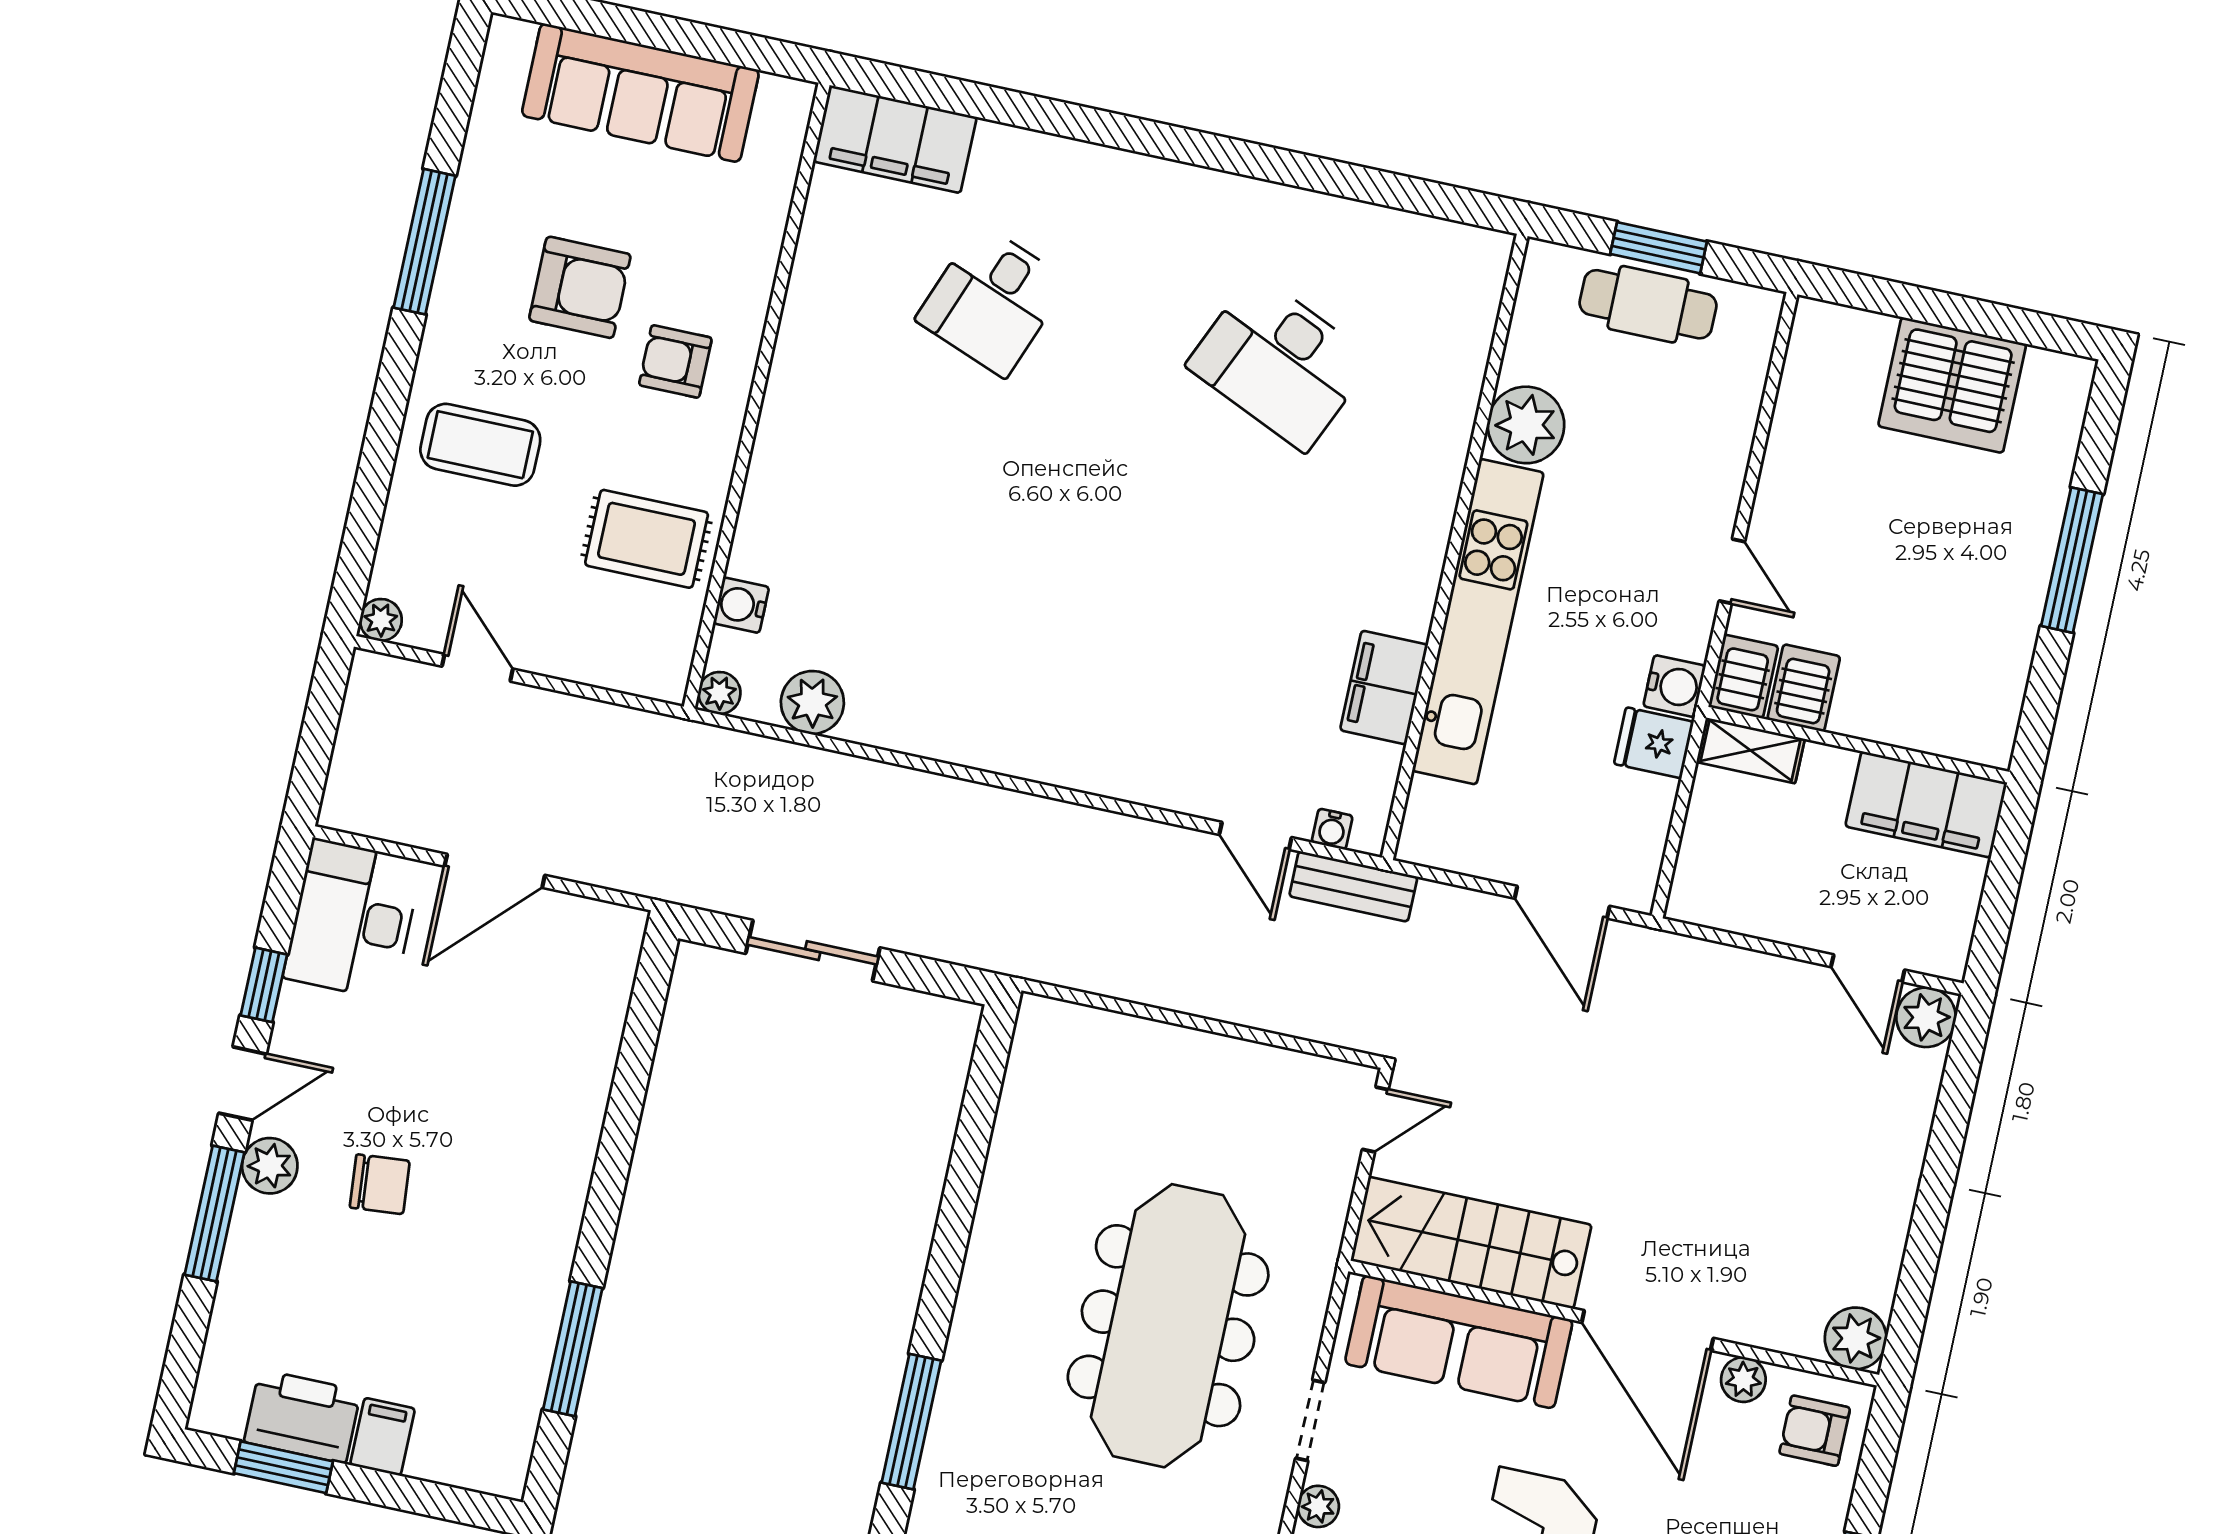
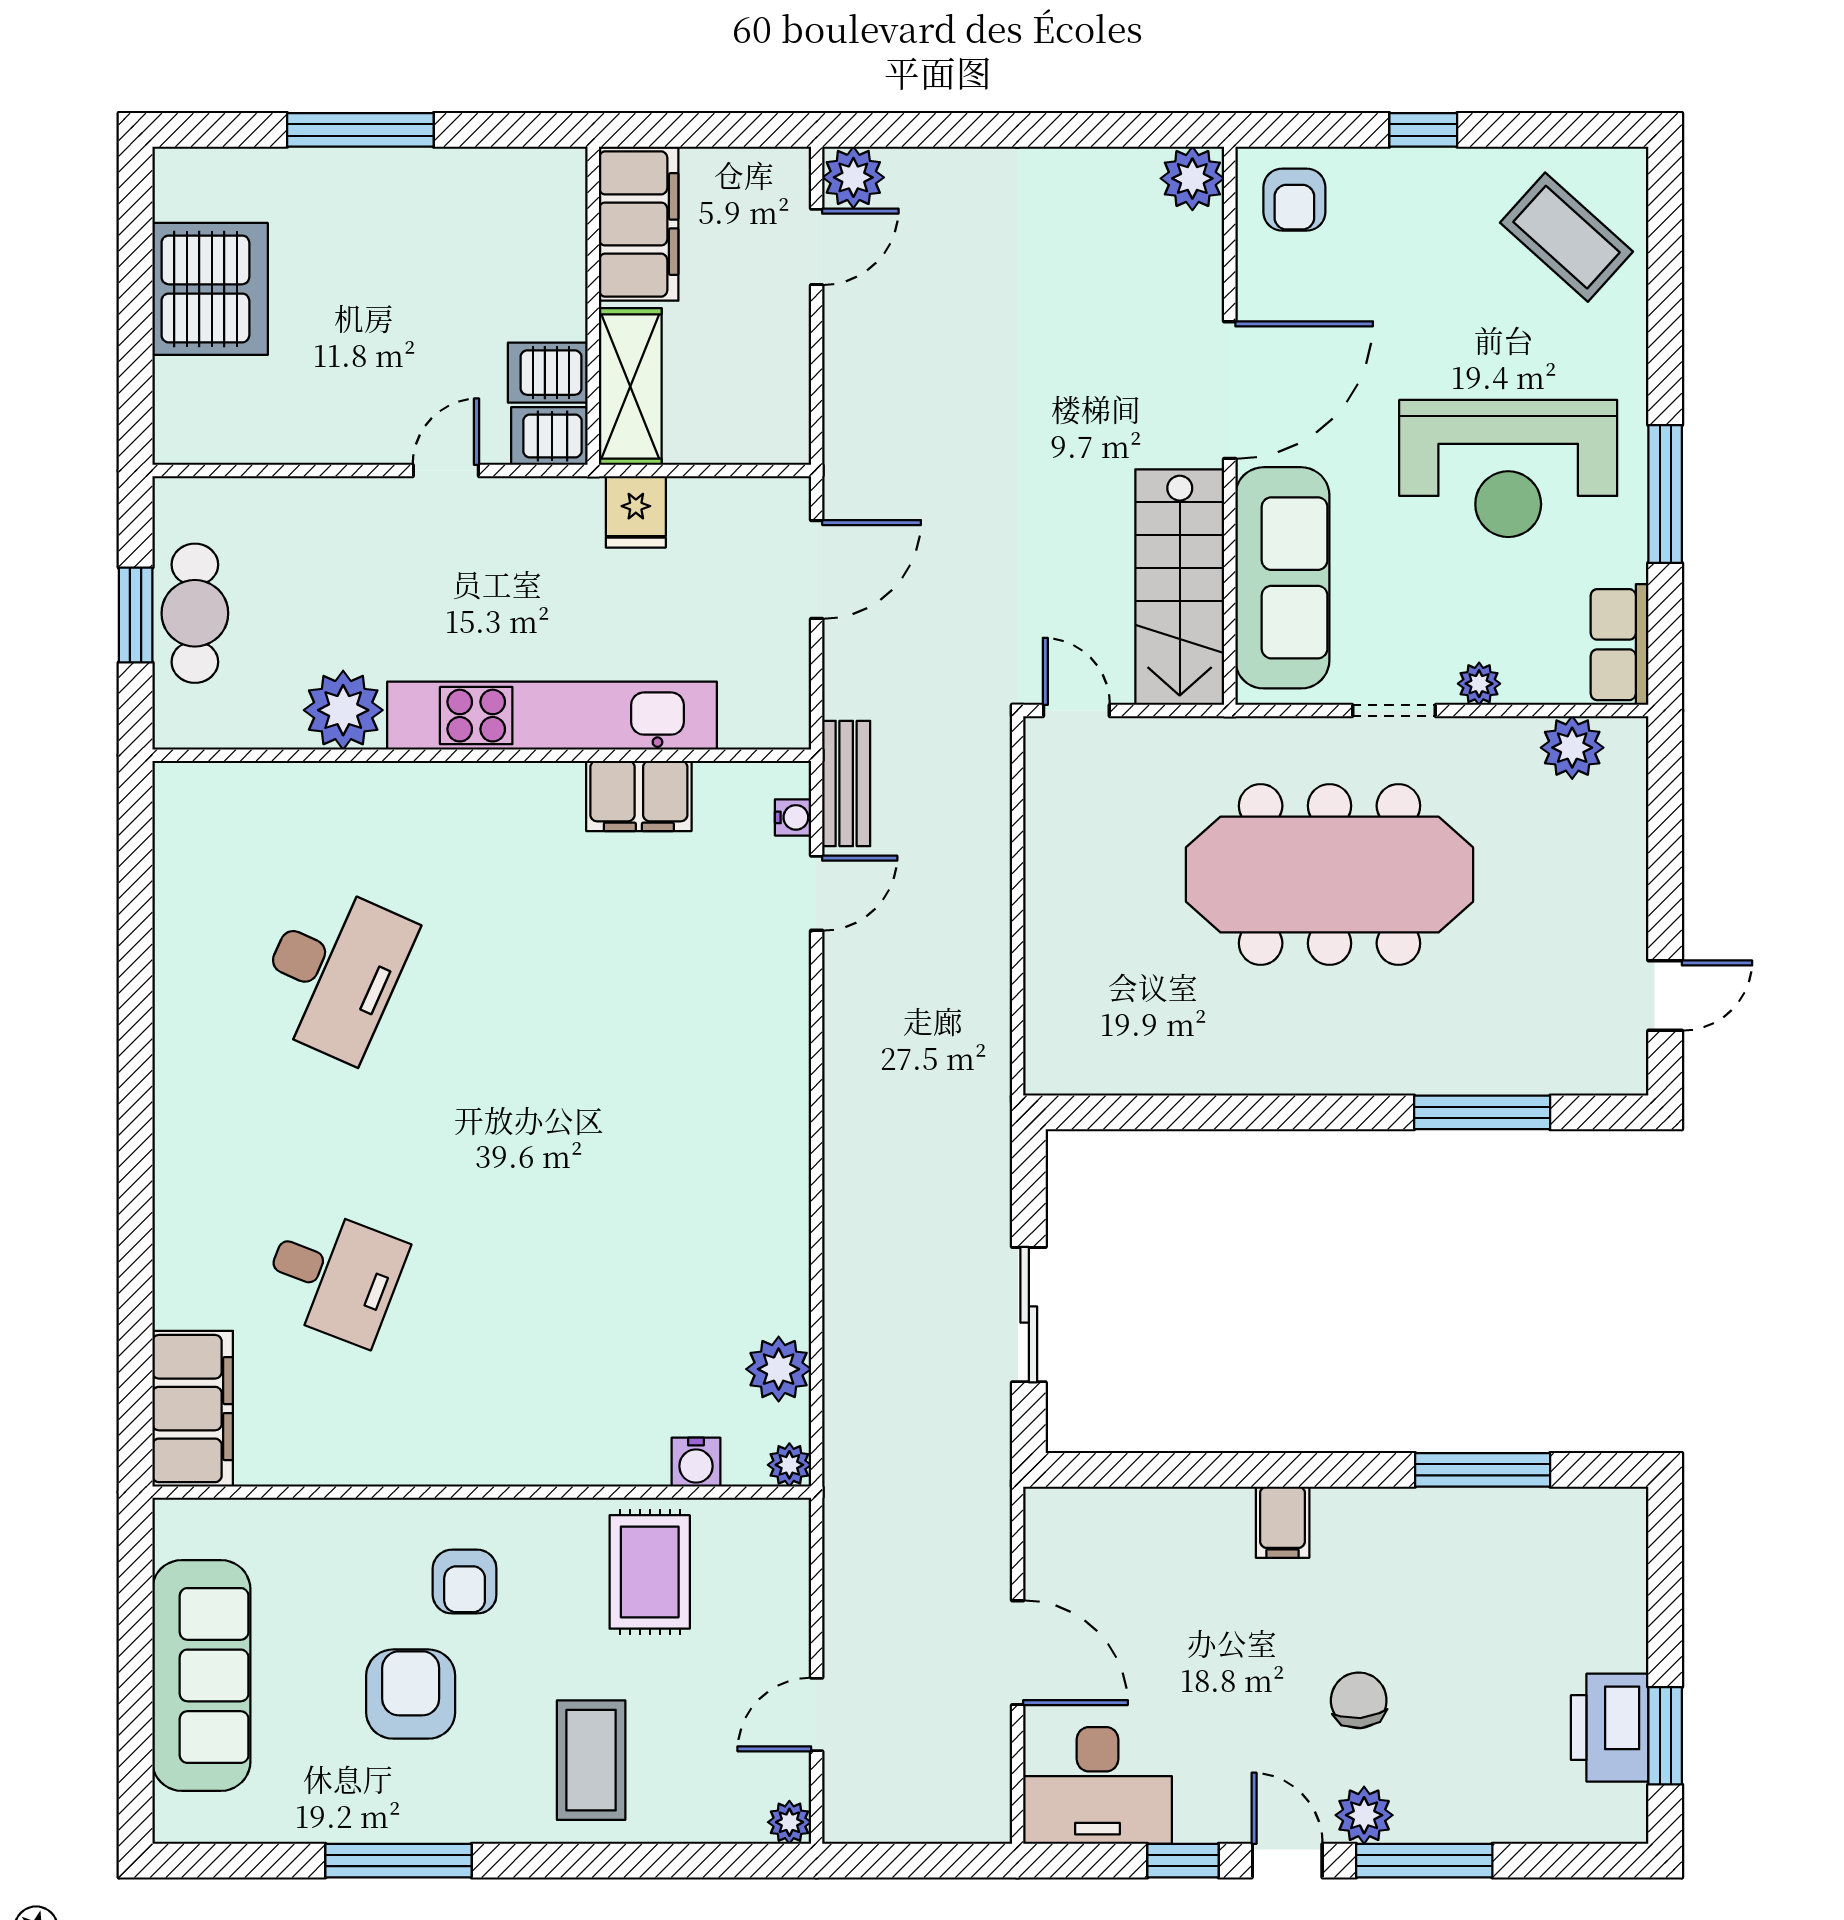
water cooler: (1674, 686) -> (574, 503), removed
shelving: (1750, 750) -> (630, 387), width x1.50, depth x1.33
plant: (1743, 1380) -> (1258, 283), removed
filing cabinet: (383, 1437) -> (1283, 1522), moved, turned -90

